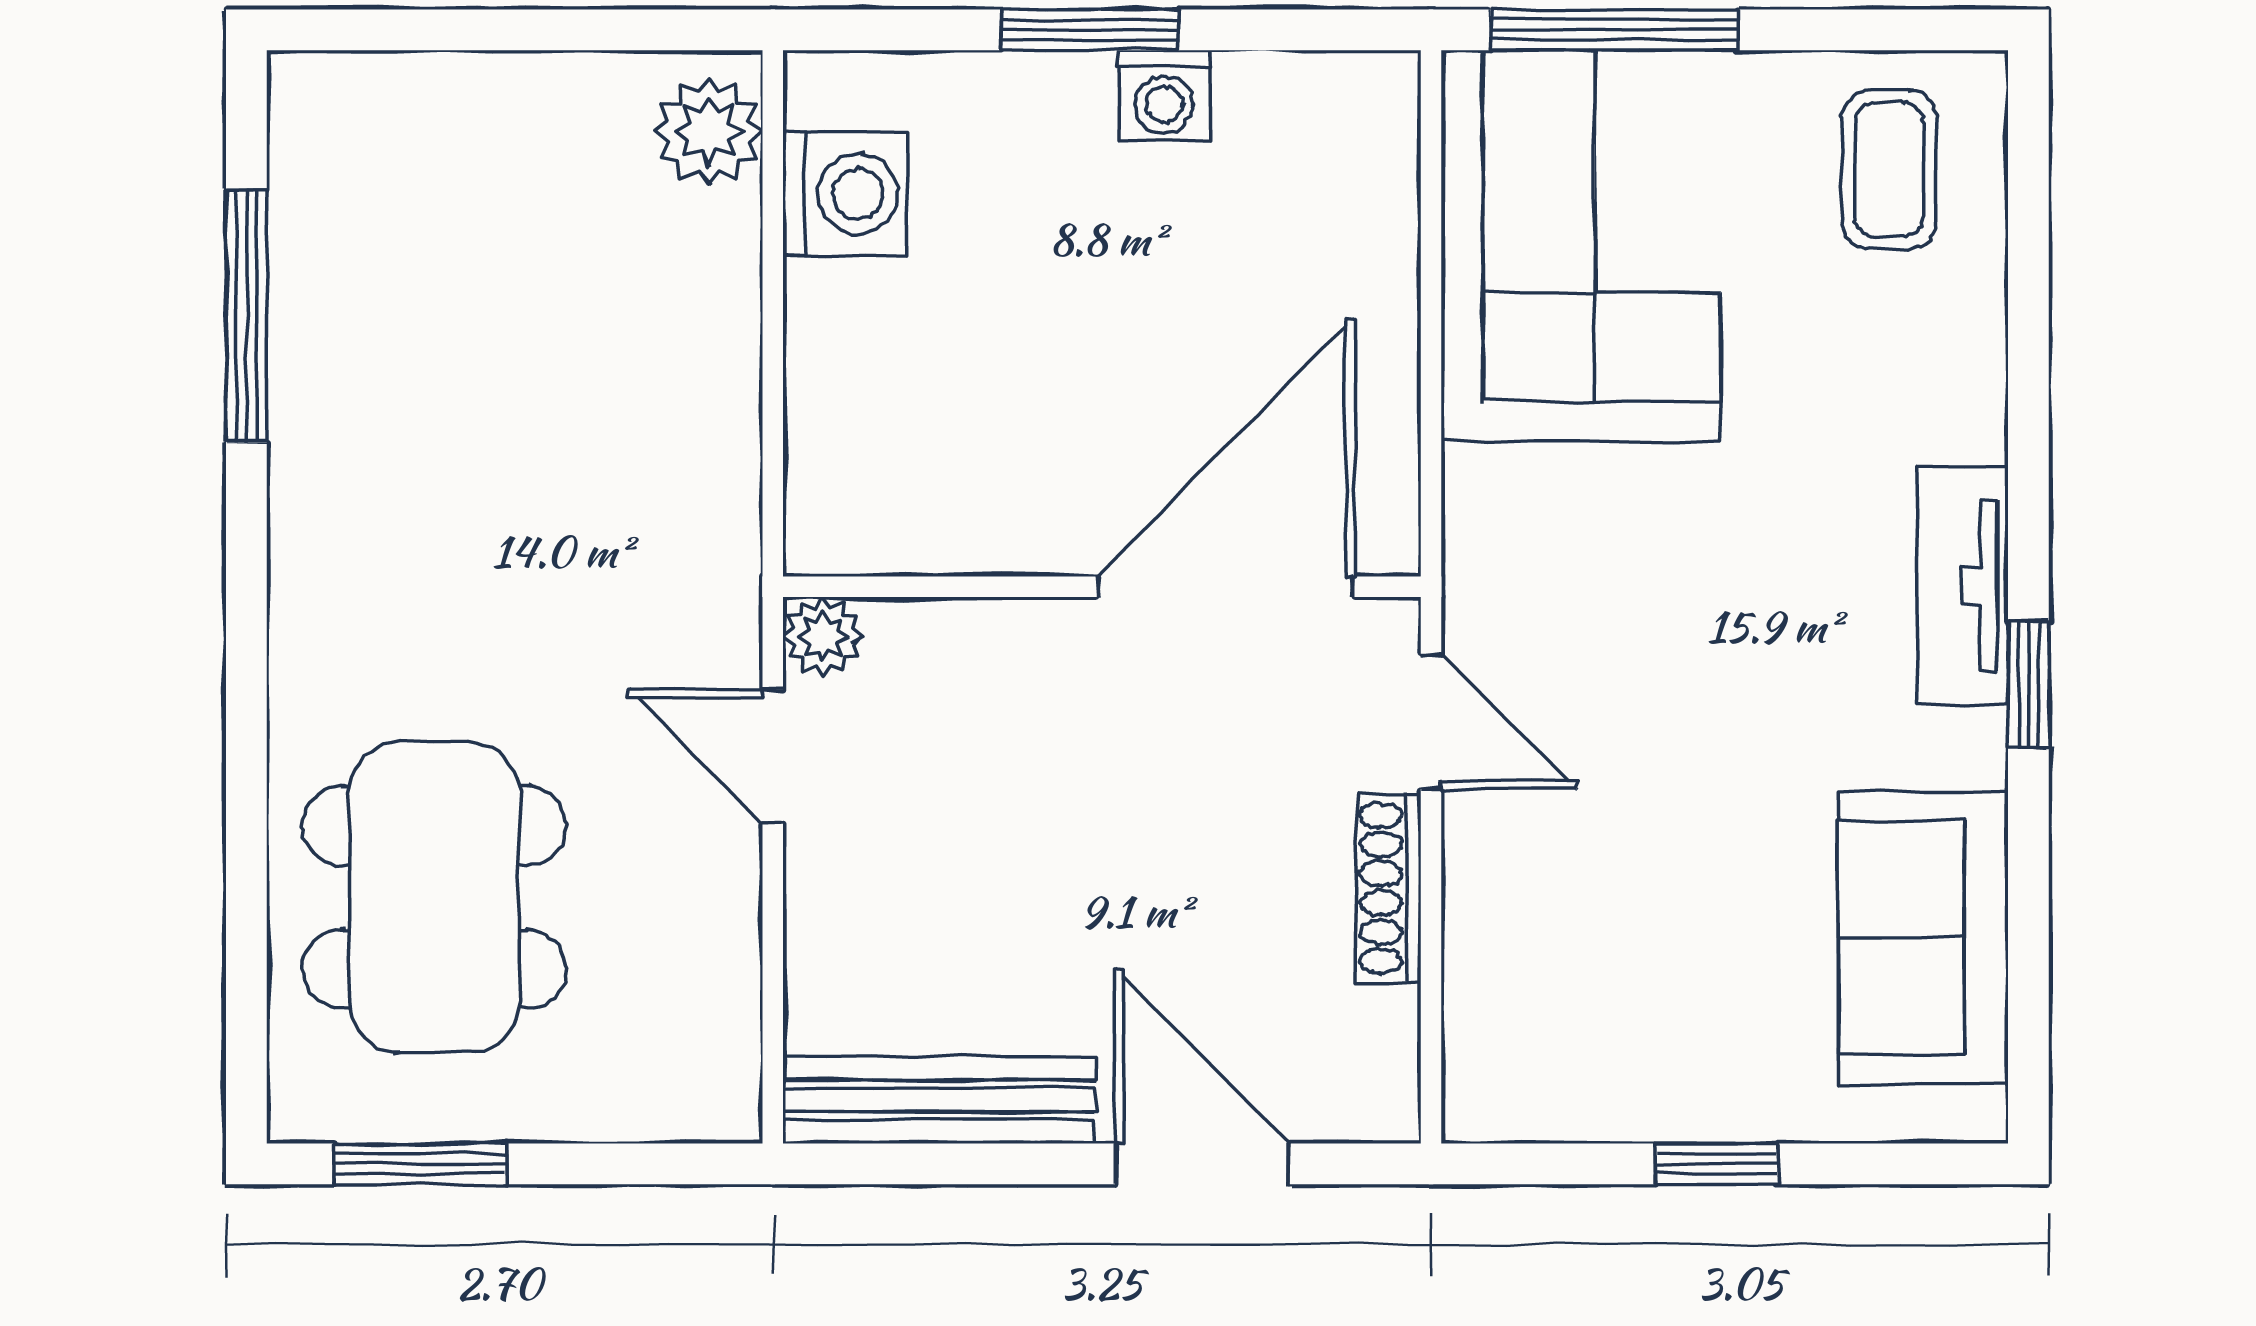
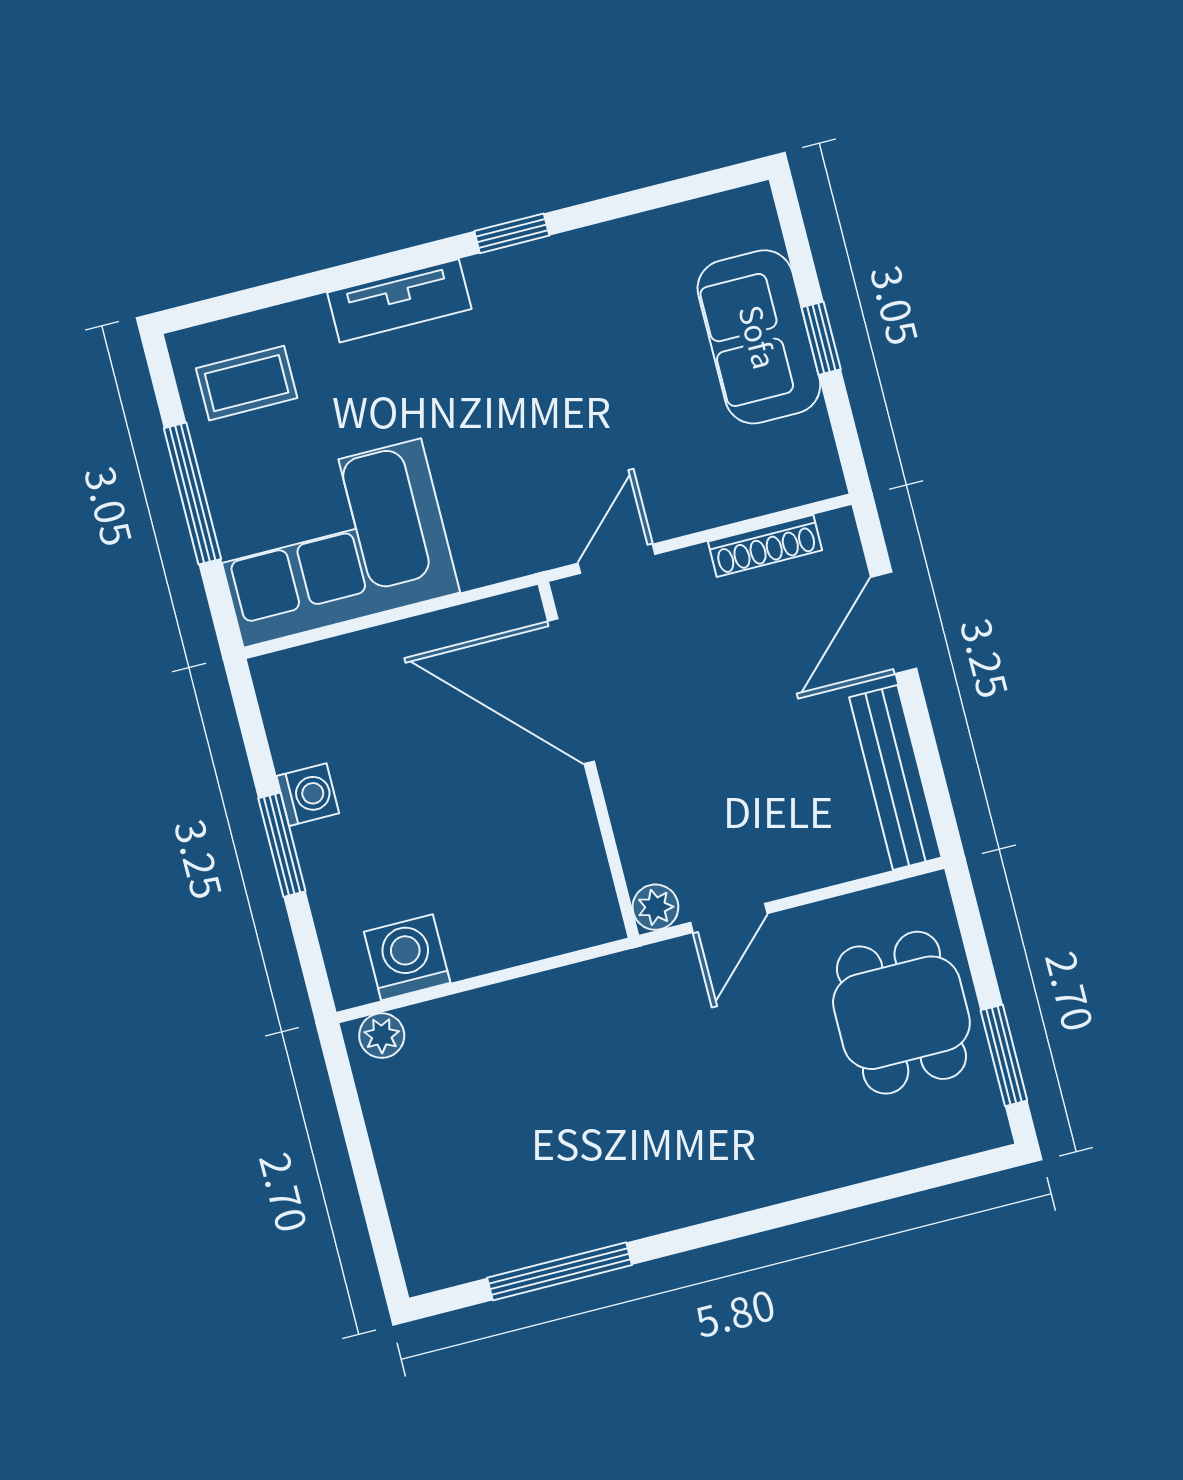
window: (1614, 30) -> (192, 494), moved
plant: (709, 131) -> (382, 1036), width x0.73, depth x0.73
tv unit: (1963, 586) -> (399, 301), moved
shoe rack: (1389, 888) -> (765, 546), moved
dining table: (434, 897) -> (901, 1013), moved, width x0.73
sofa: (1923, 938) -> (759, 337), moved, turned 90

